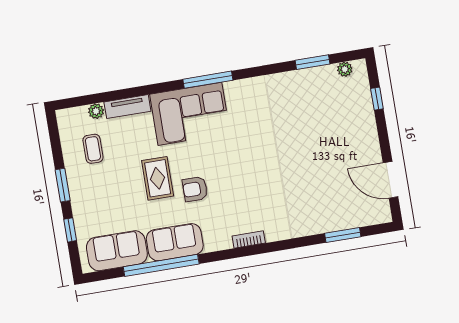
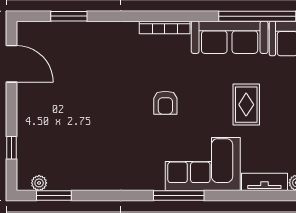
window: (312, 62) -> (54, 196), moved
armchair: (195, 189) -> (165, 103), moved, turned 90
bookcase: (249, 240) -> (165, 27), width x1.56
sofa: (175, 242) -> (230, 37), width x1.36

